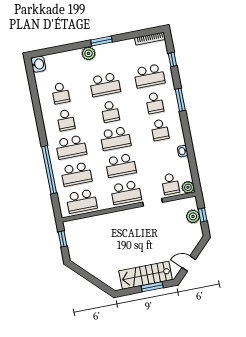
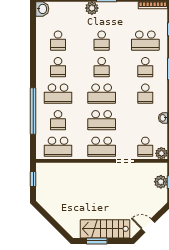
school desk: (105, 85) -> (102, 41), width x0.54
school desk: (76, 174) -> (58, 120), width x0.54
window: (152, 287) -> (97, 241), moved

